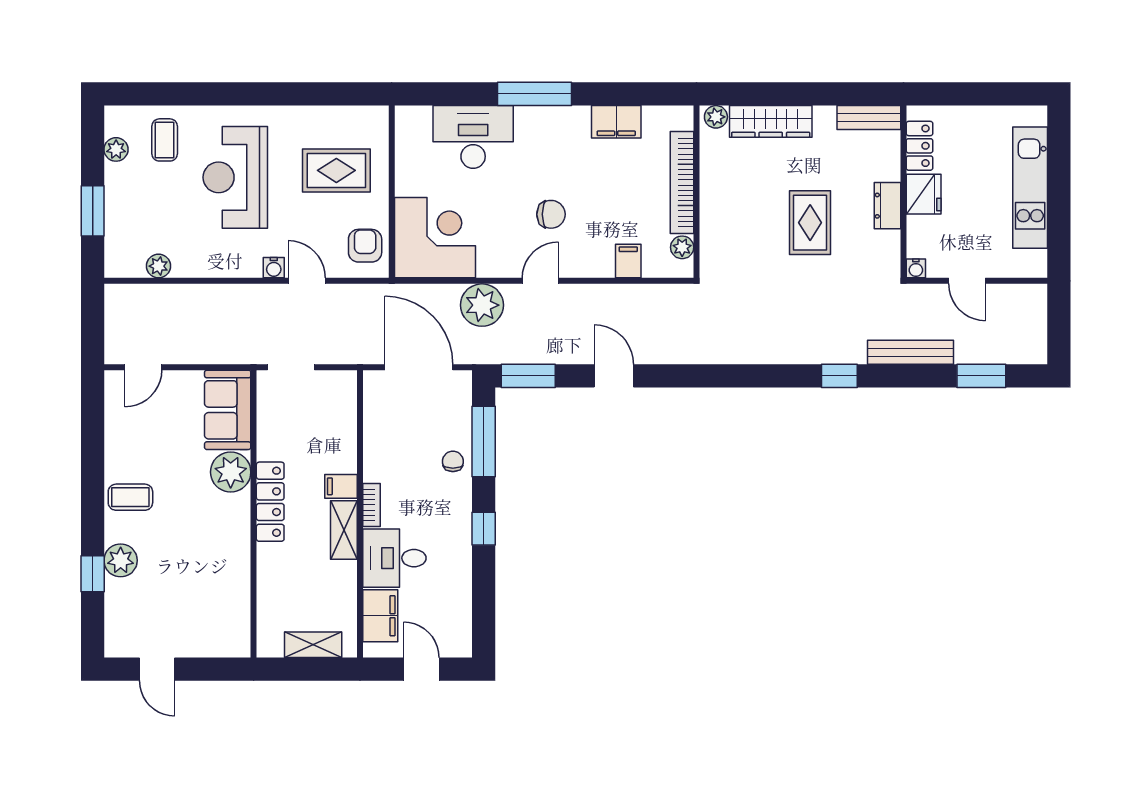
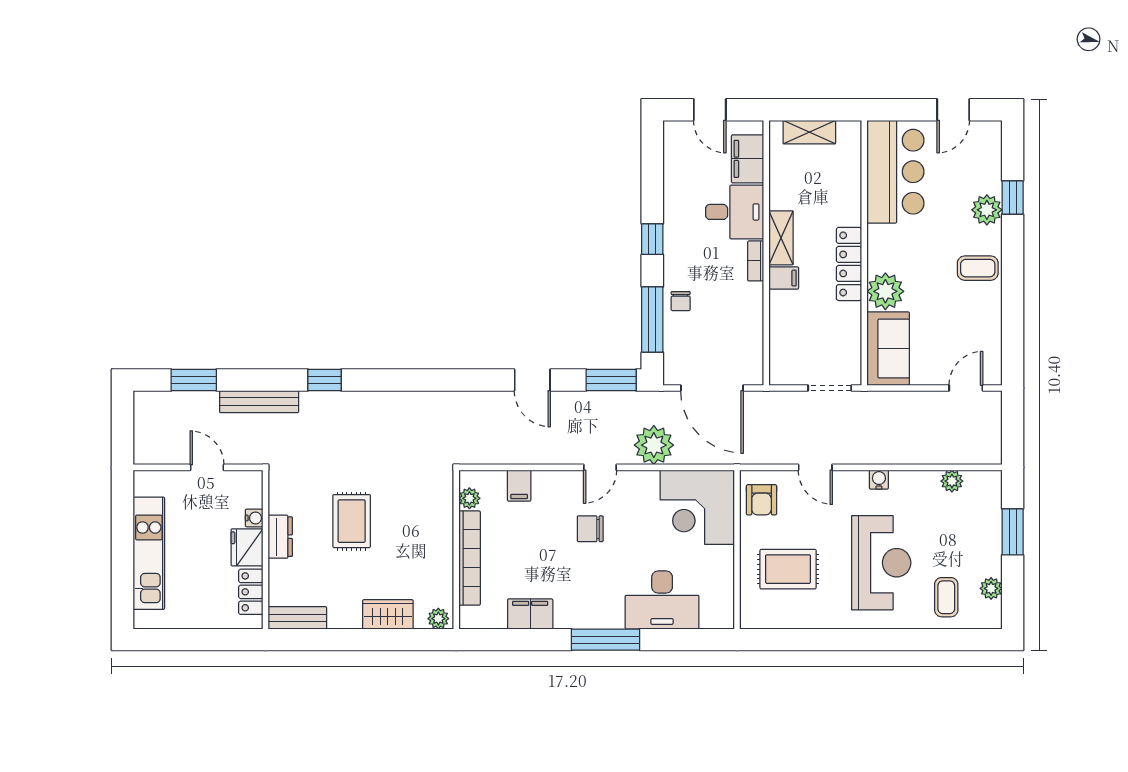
wardrobe: (771, 121) -> (388, 614), width x0.67
water cooler: (274, 268) -> (879, 480), moved
water cooler: (916, 268) -> (254, 518), moved, turned 90
bar counter: (220, 602) -> (895, 172), added
door: (157, 669) -> (953, 110), swing flipped

